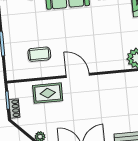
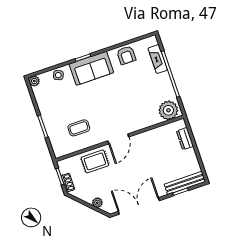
door: (78, 75) -> (118, 139), swing flipped

